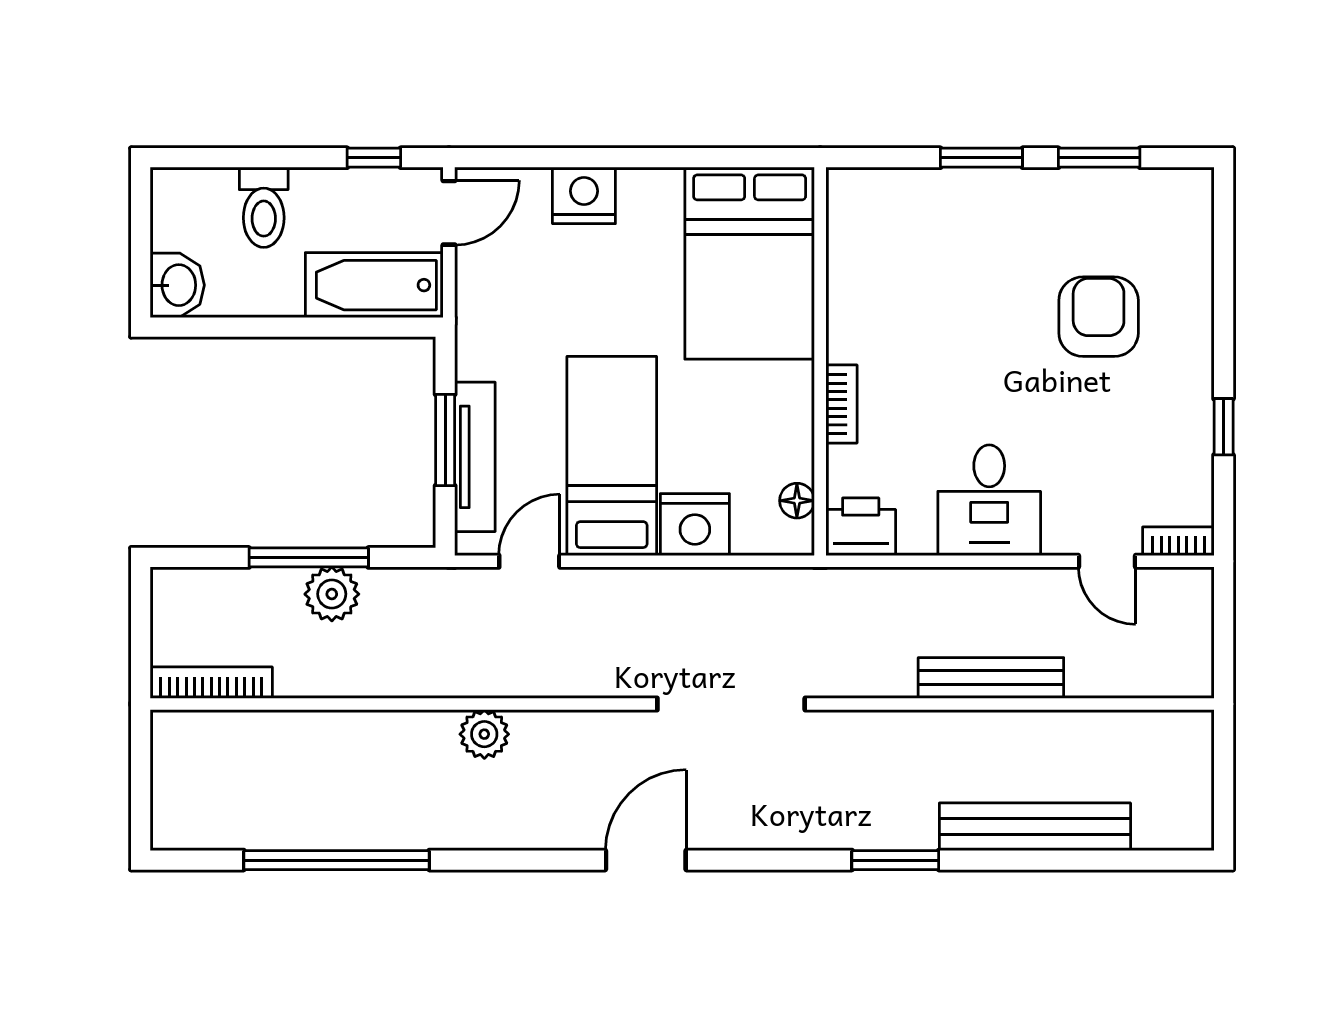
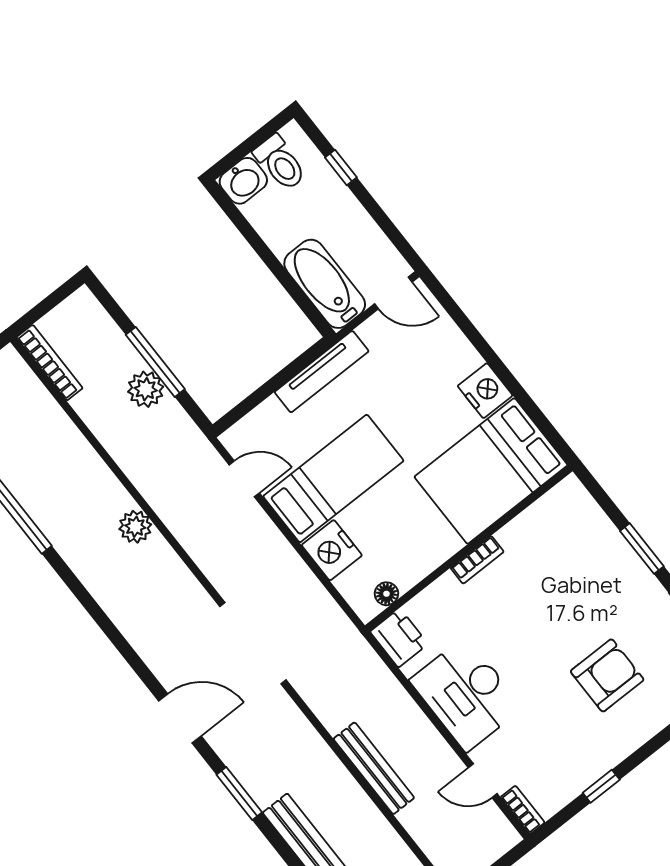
window: (374, 158) -> (341, 167), moved
nightstand: (584, 195) -> (485, 391), moved
toilet: (264, 207) -> (280, 163), moved, turned -90
bookcase: (841, 404) -> (477, 560), moved
window: (445, 440) -> (273, 385), removed
tv unit: (475, 457) -> (322, 372), moved
desk: (989, 500) -> (466, 694), width x1.37
door: (1107, 561) -> (483, 781), hinge flipped
door: (646, 860) -> (180, 718), moved

